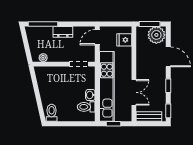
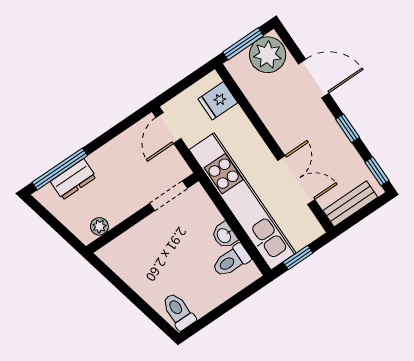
dresser: (63, 32) -> (73, 179), moved

